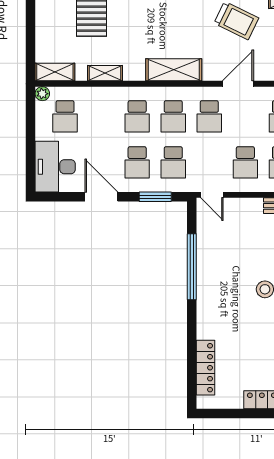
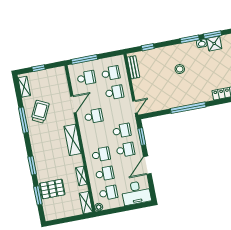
door: (238, 84) -> (73, 104), swing flipped
school desk: (173, 116) -> (105, 174), moved
window: (192, 267) -> (188, 108), moved

